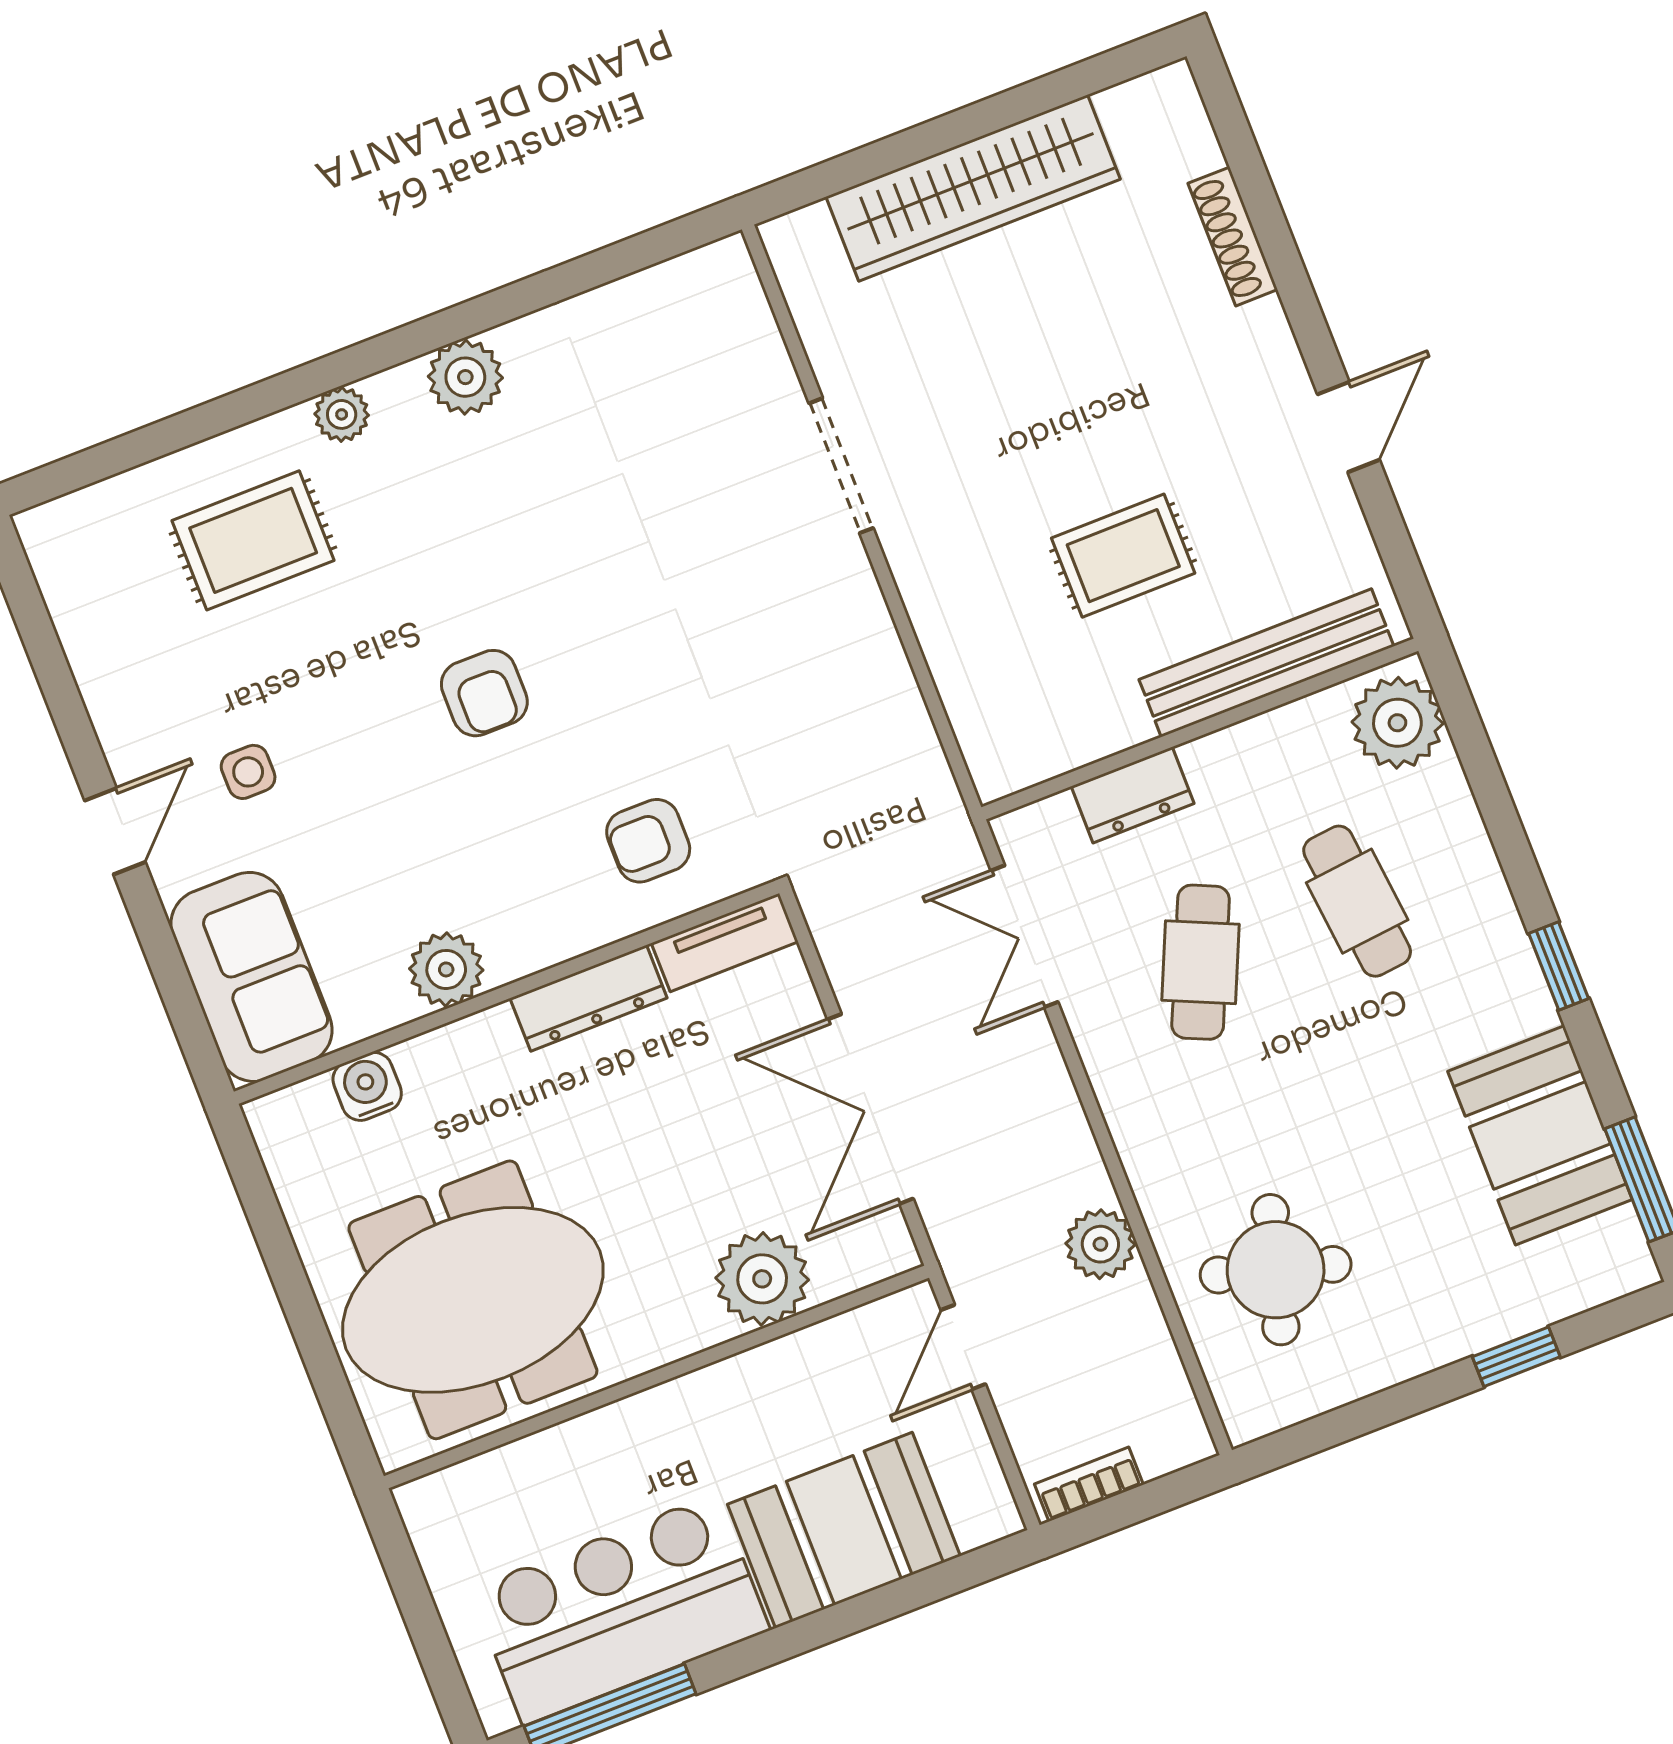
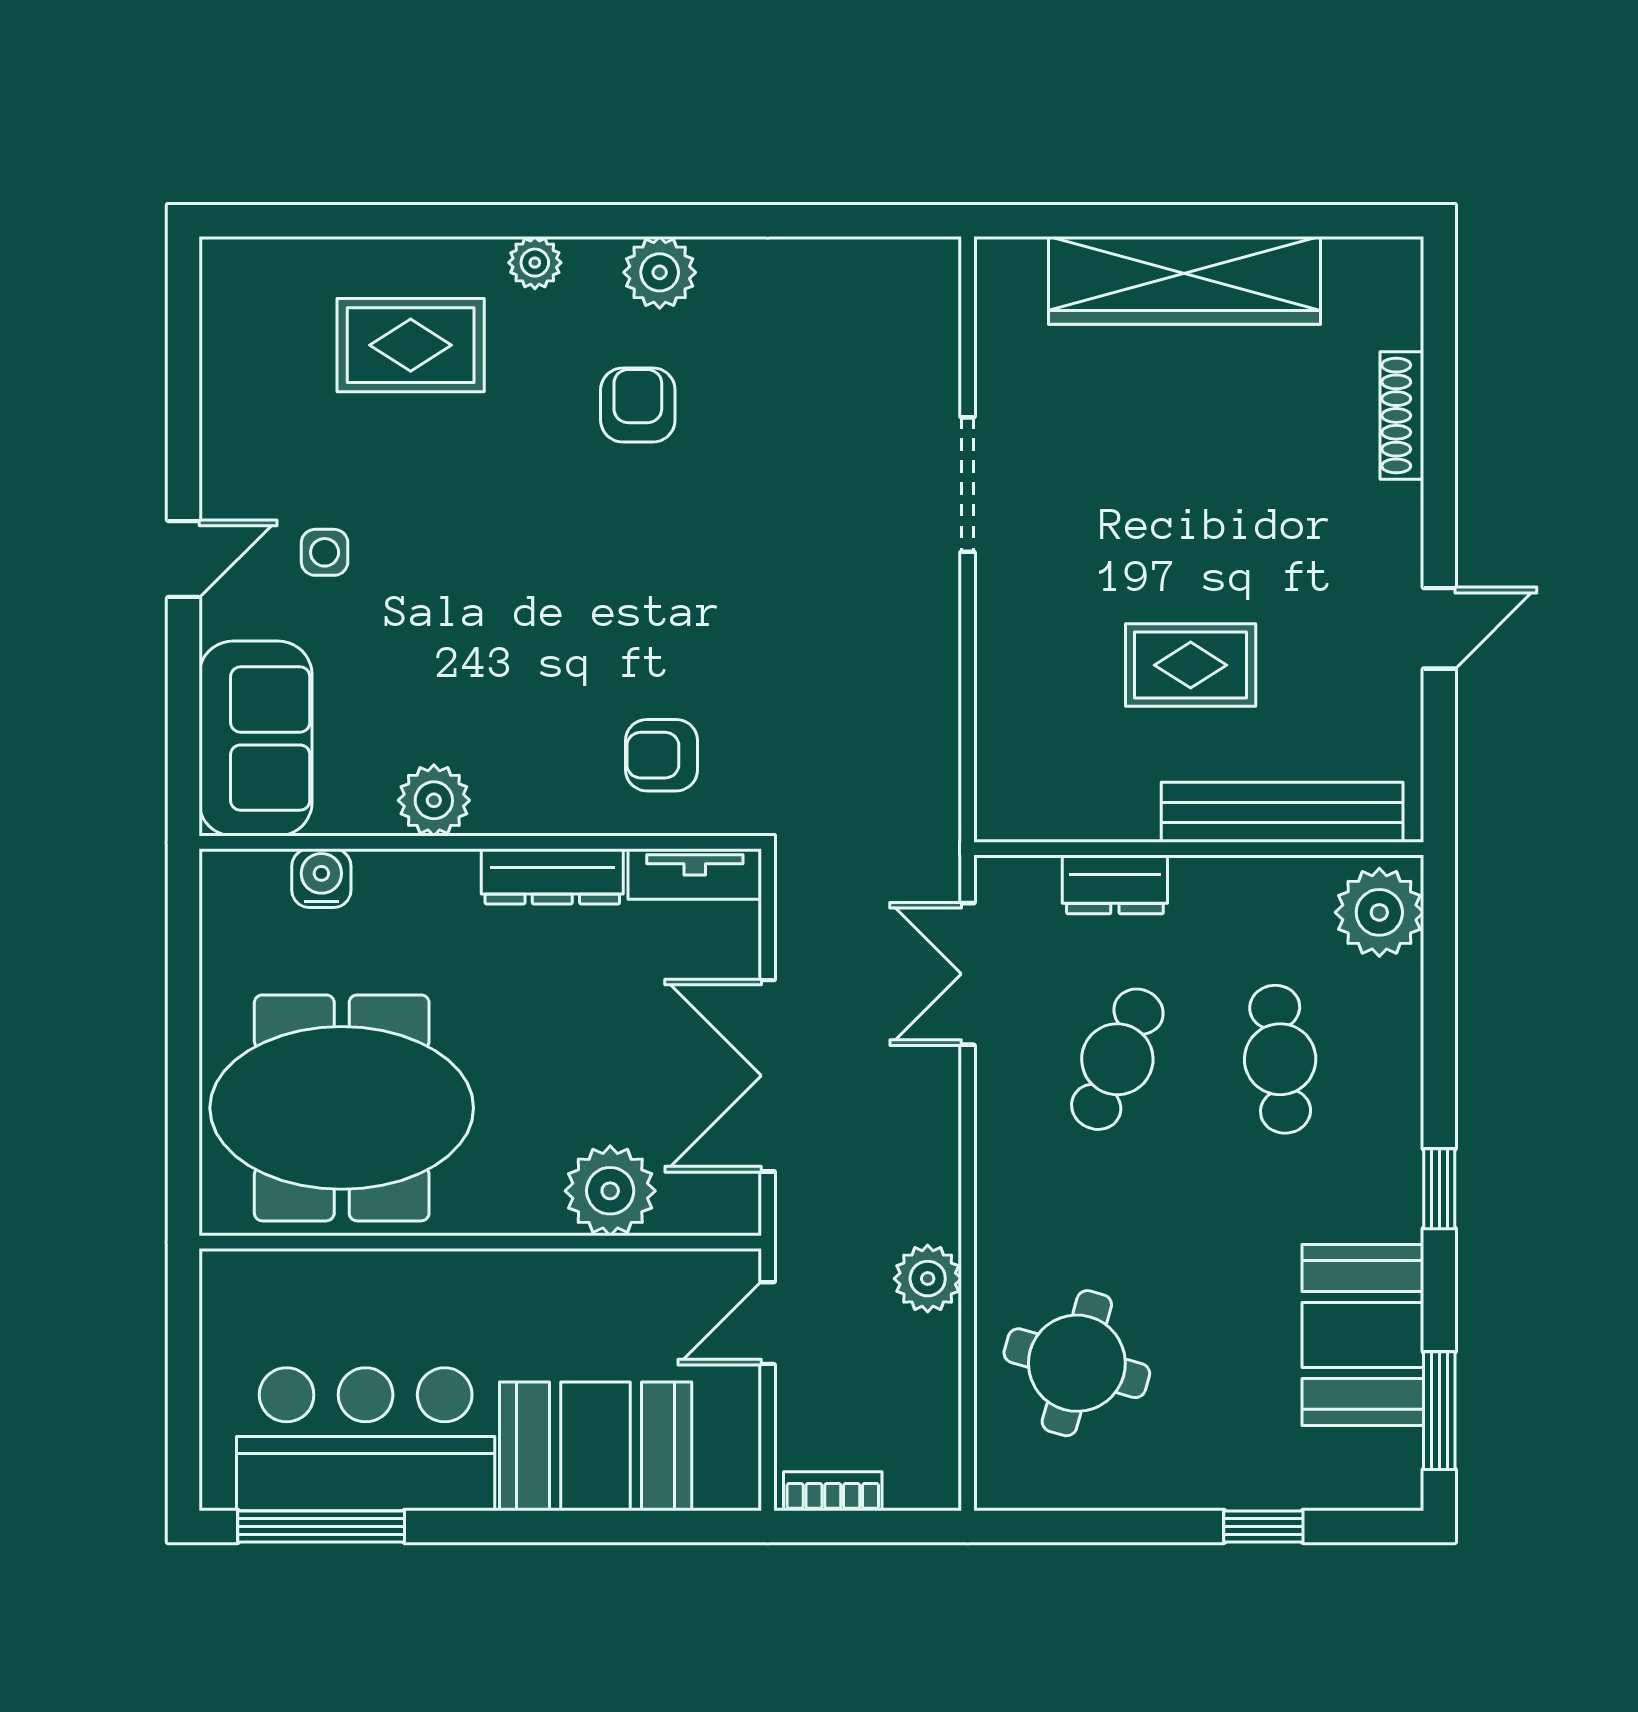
armchair: (484, 693) -> (638, 405), moved, turned 180

